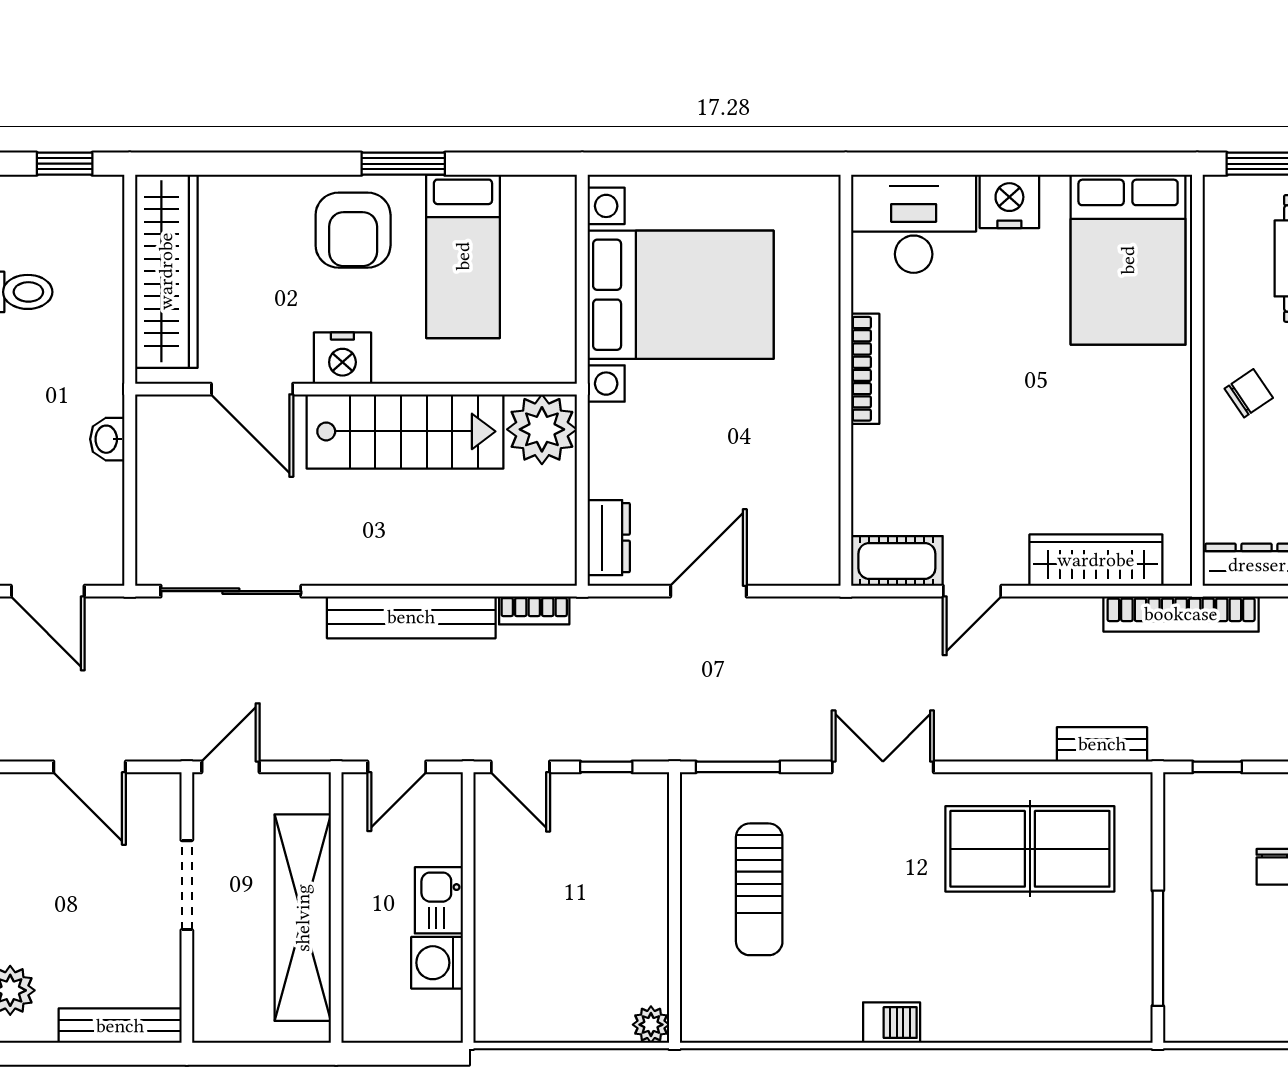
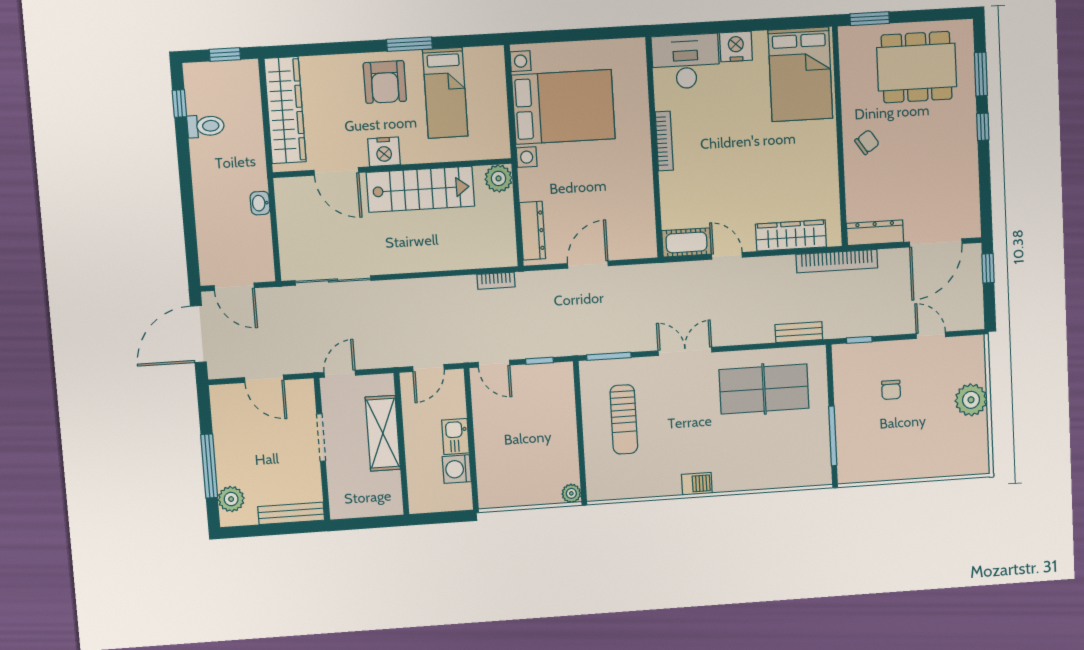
plant: (542, 429) -> (499, 178), width x0.73, depth x0.73
dresser: (609, 538) -> (533, 231), width x1.44
door: (972, 591) -> (727, 256), swing flipped
bench: (411, 617) -> (431, 288), removed
shelving: (303, 918) -> (383, 433), width x0.68

